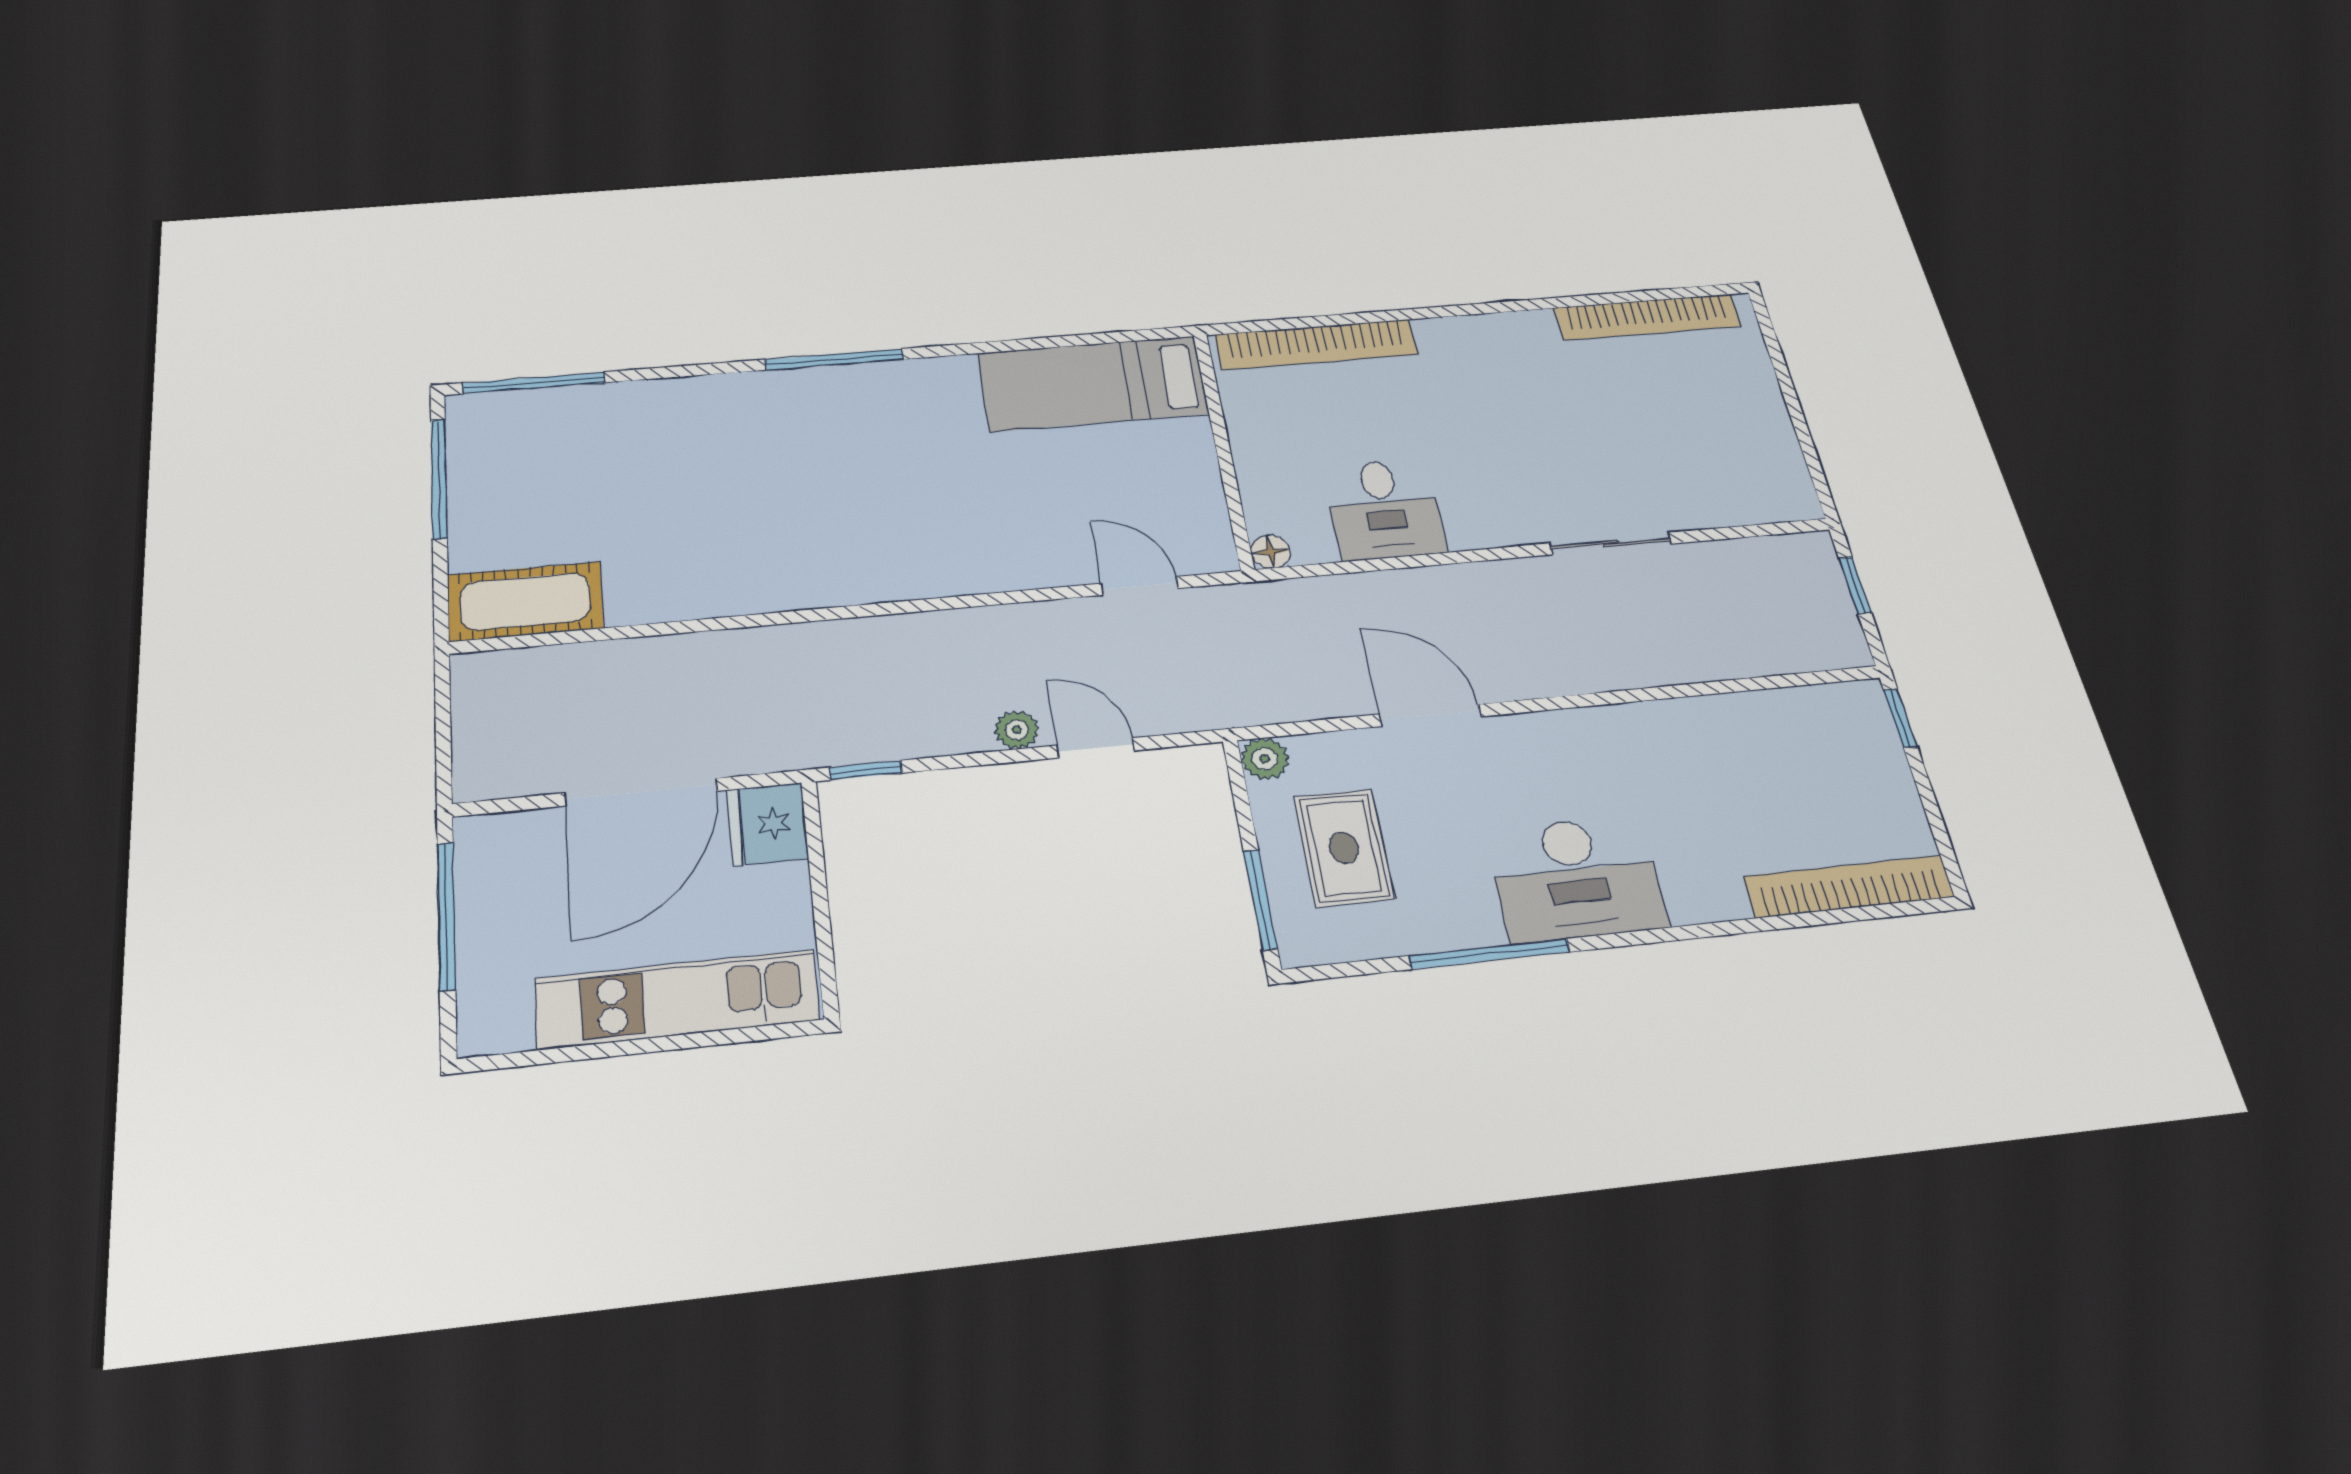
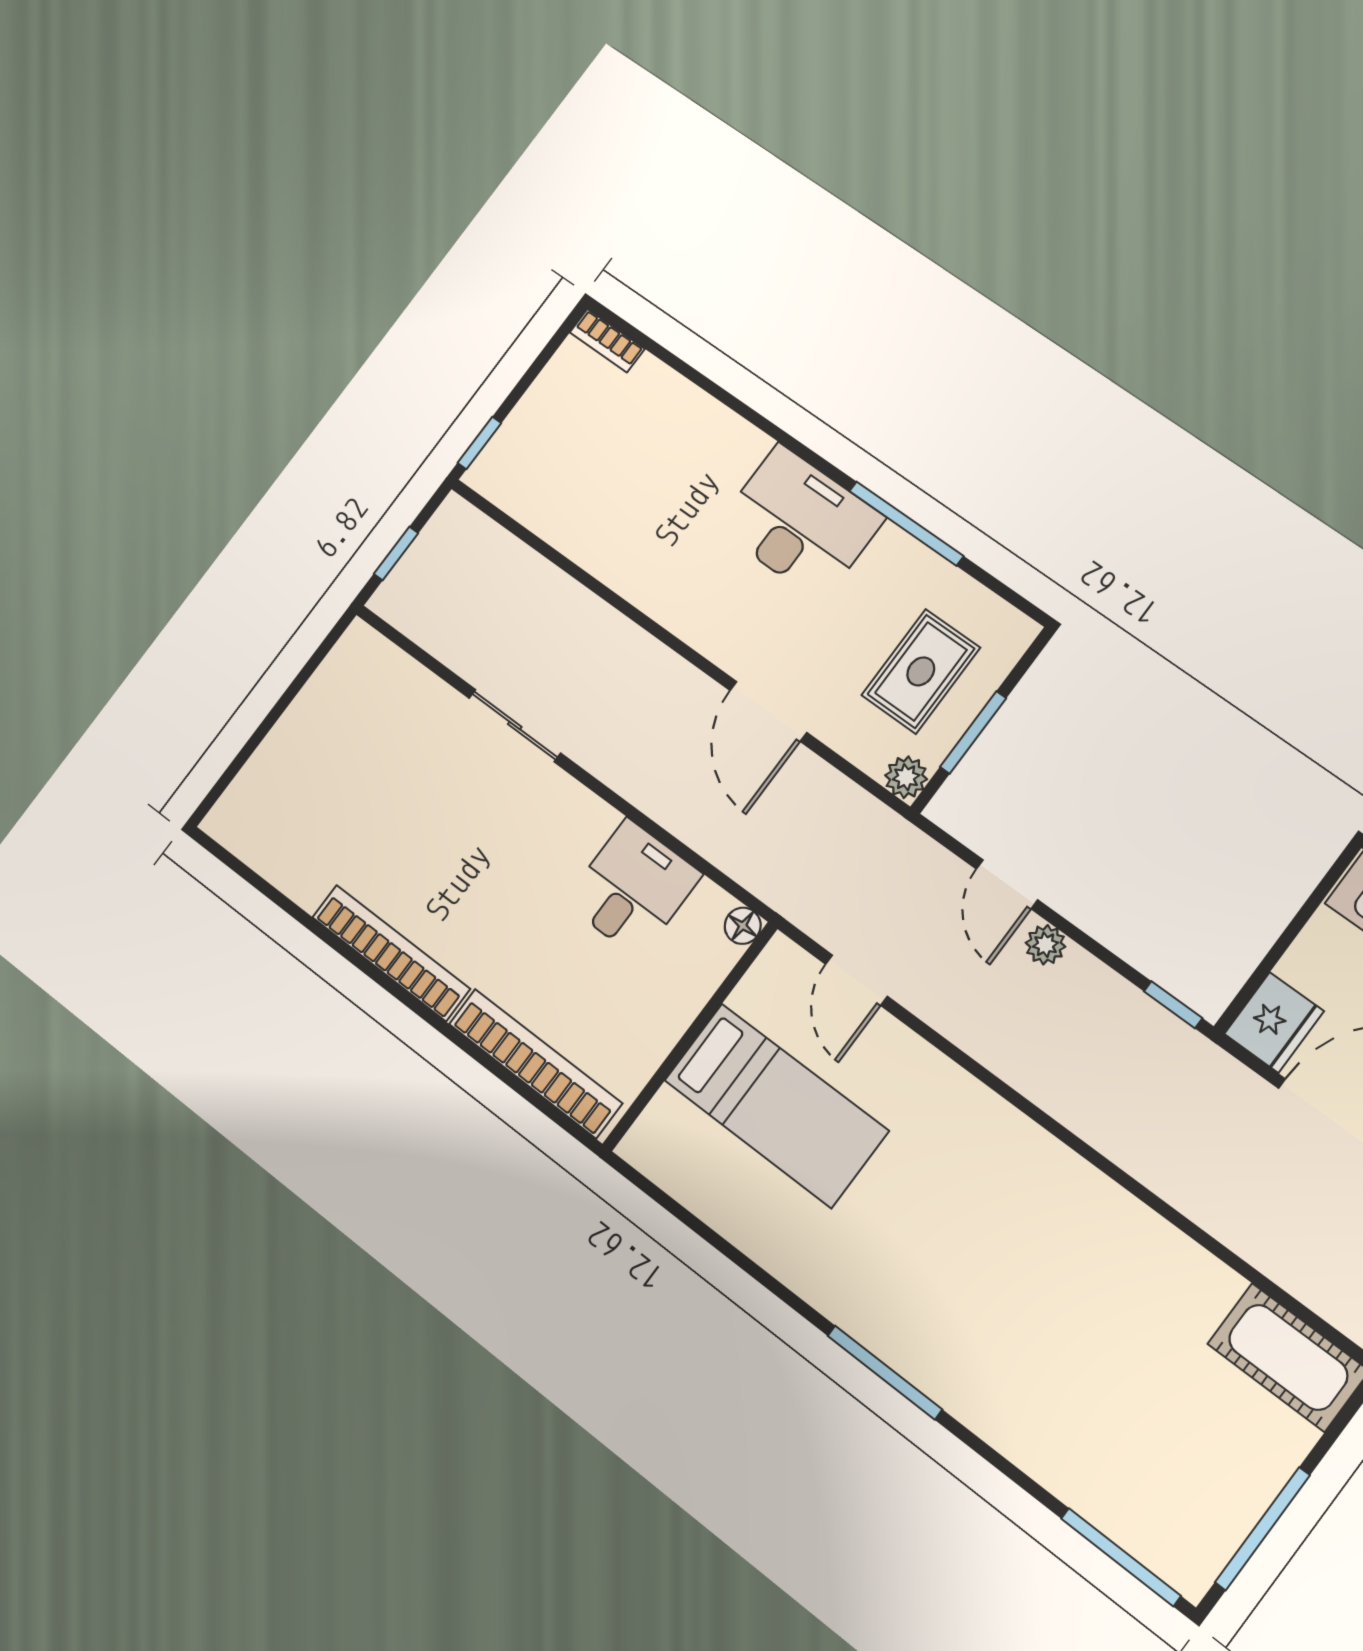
bookcase: (1648, 317) -> (391, 953), moved
bed: (1093, 384) -> (776, 1105), moved
bookcase: (1849, 887) -> (607, 341), width x0.43, depth x0.76
window: (1260, 899) -> (973, 732), moved

